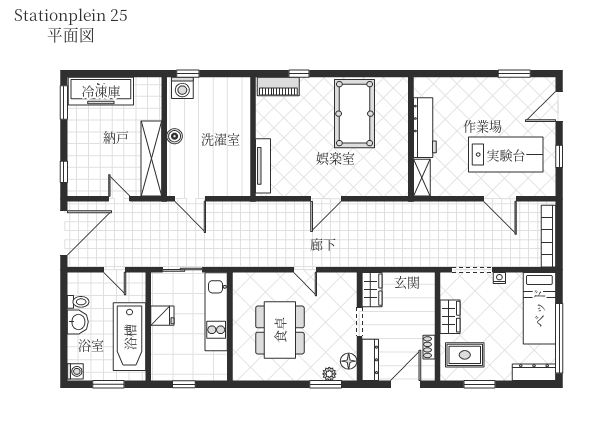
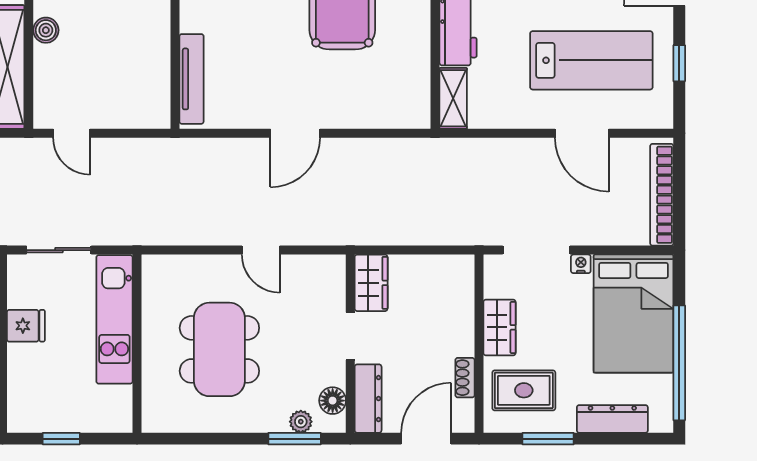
door: (190, 199) -> (72, 133), width x0.73
bed: (539, 308) -> (633, 314), width x1.50
dresser: (534, 372) -> (612, 419), moved

